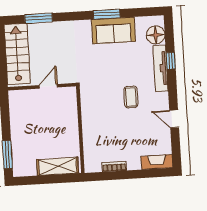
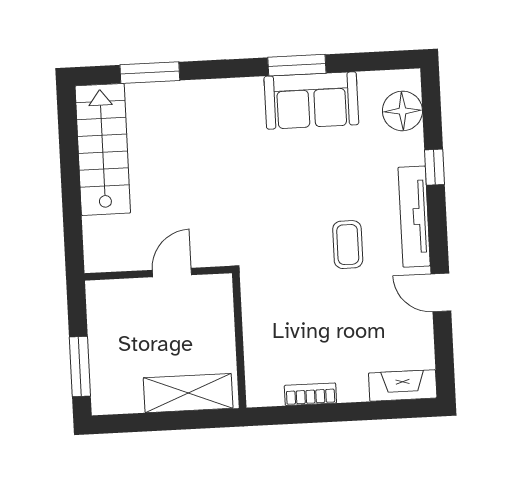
tv unit: (161, 68) -> (414, 217), moved
door: (48, 86) -> (172, 273), moved
wall: (42, 87) -> (158, 273), moved

